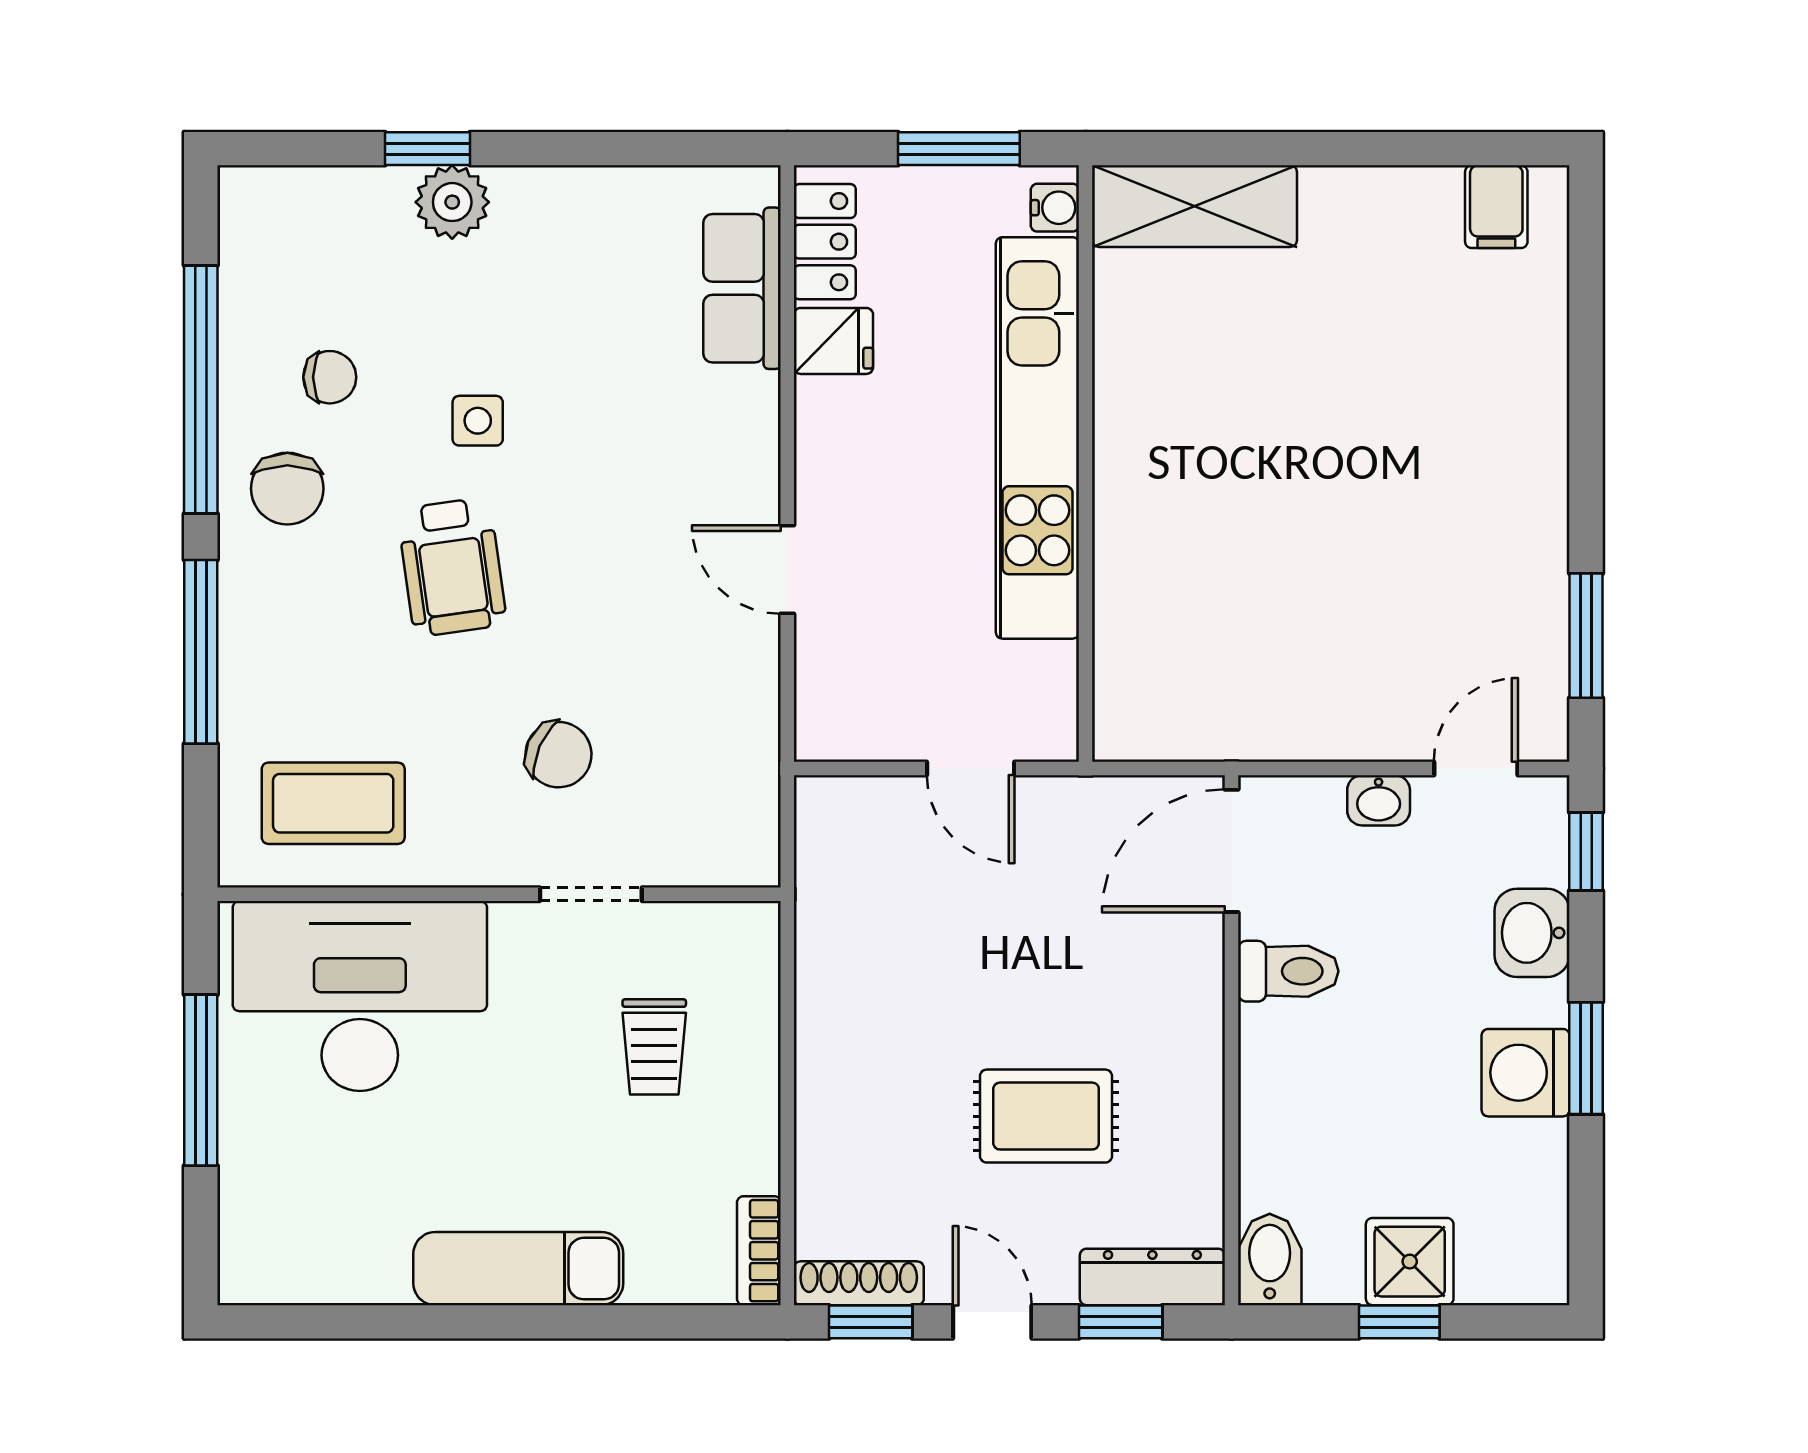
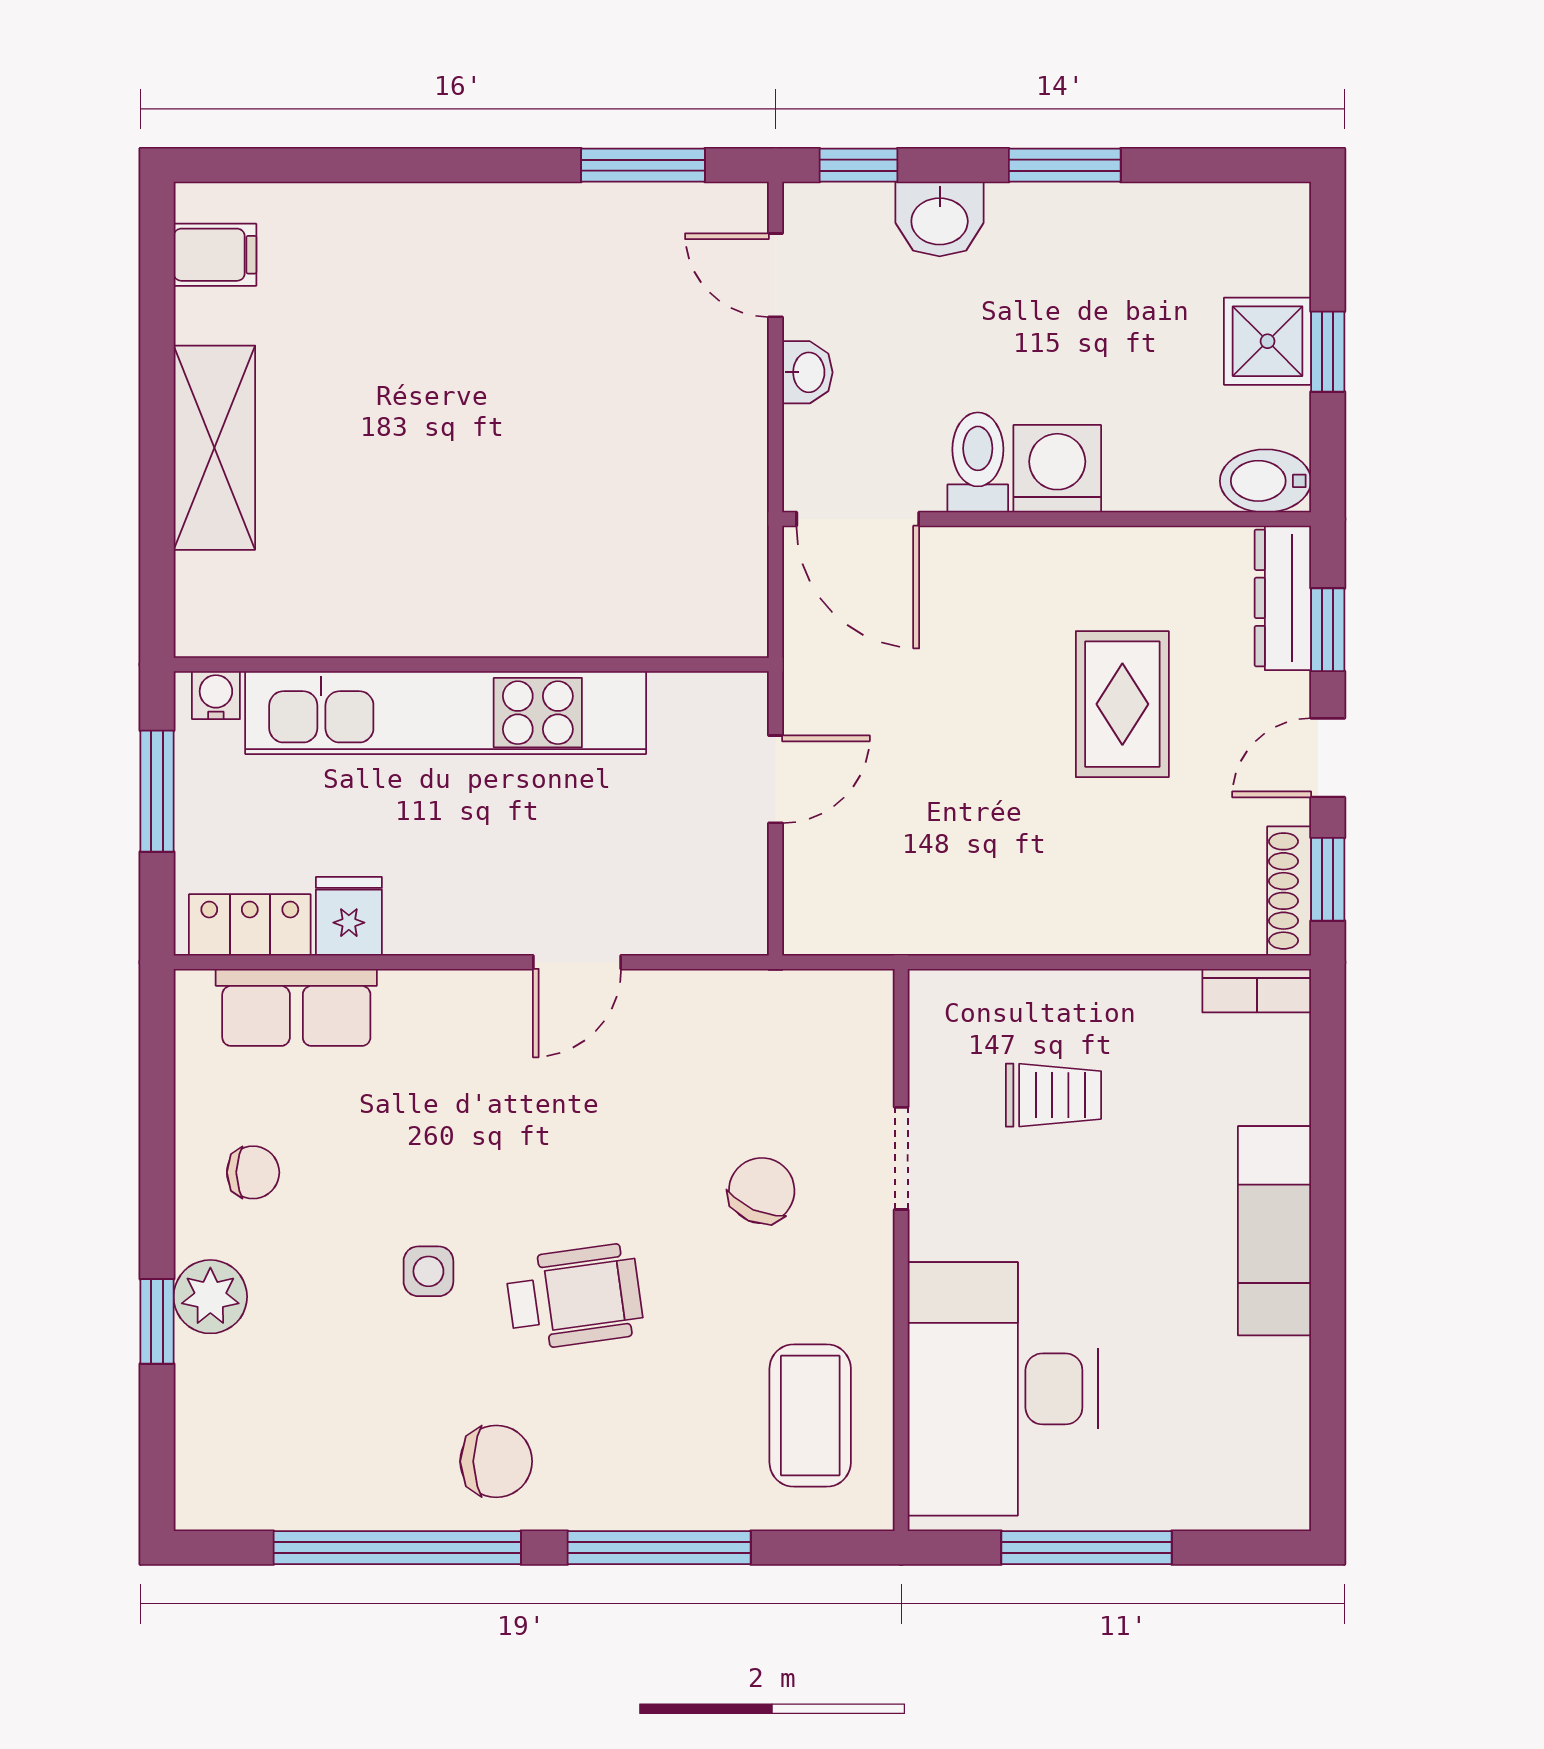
shelving: (1195, 206) -> (214, 448), moved
chair: (330, 377) -> (253, 1172), moved, turned 90
washing machine: (1526, 1073) -> (1057, 469), moved, turned 180

